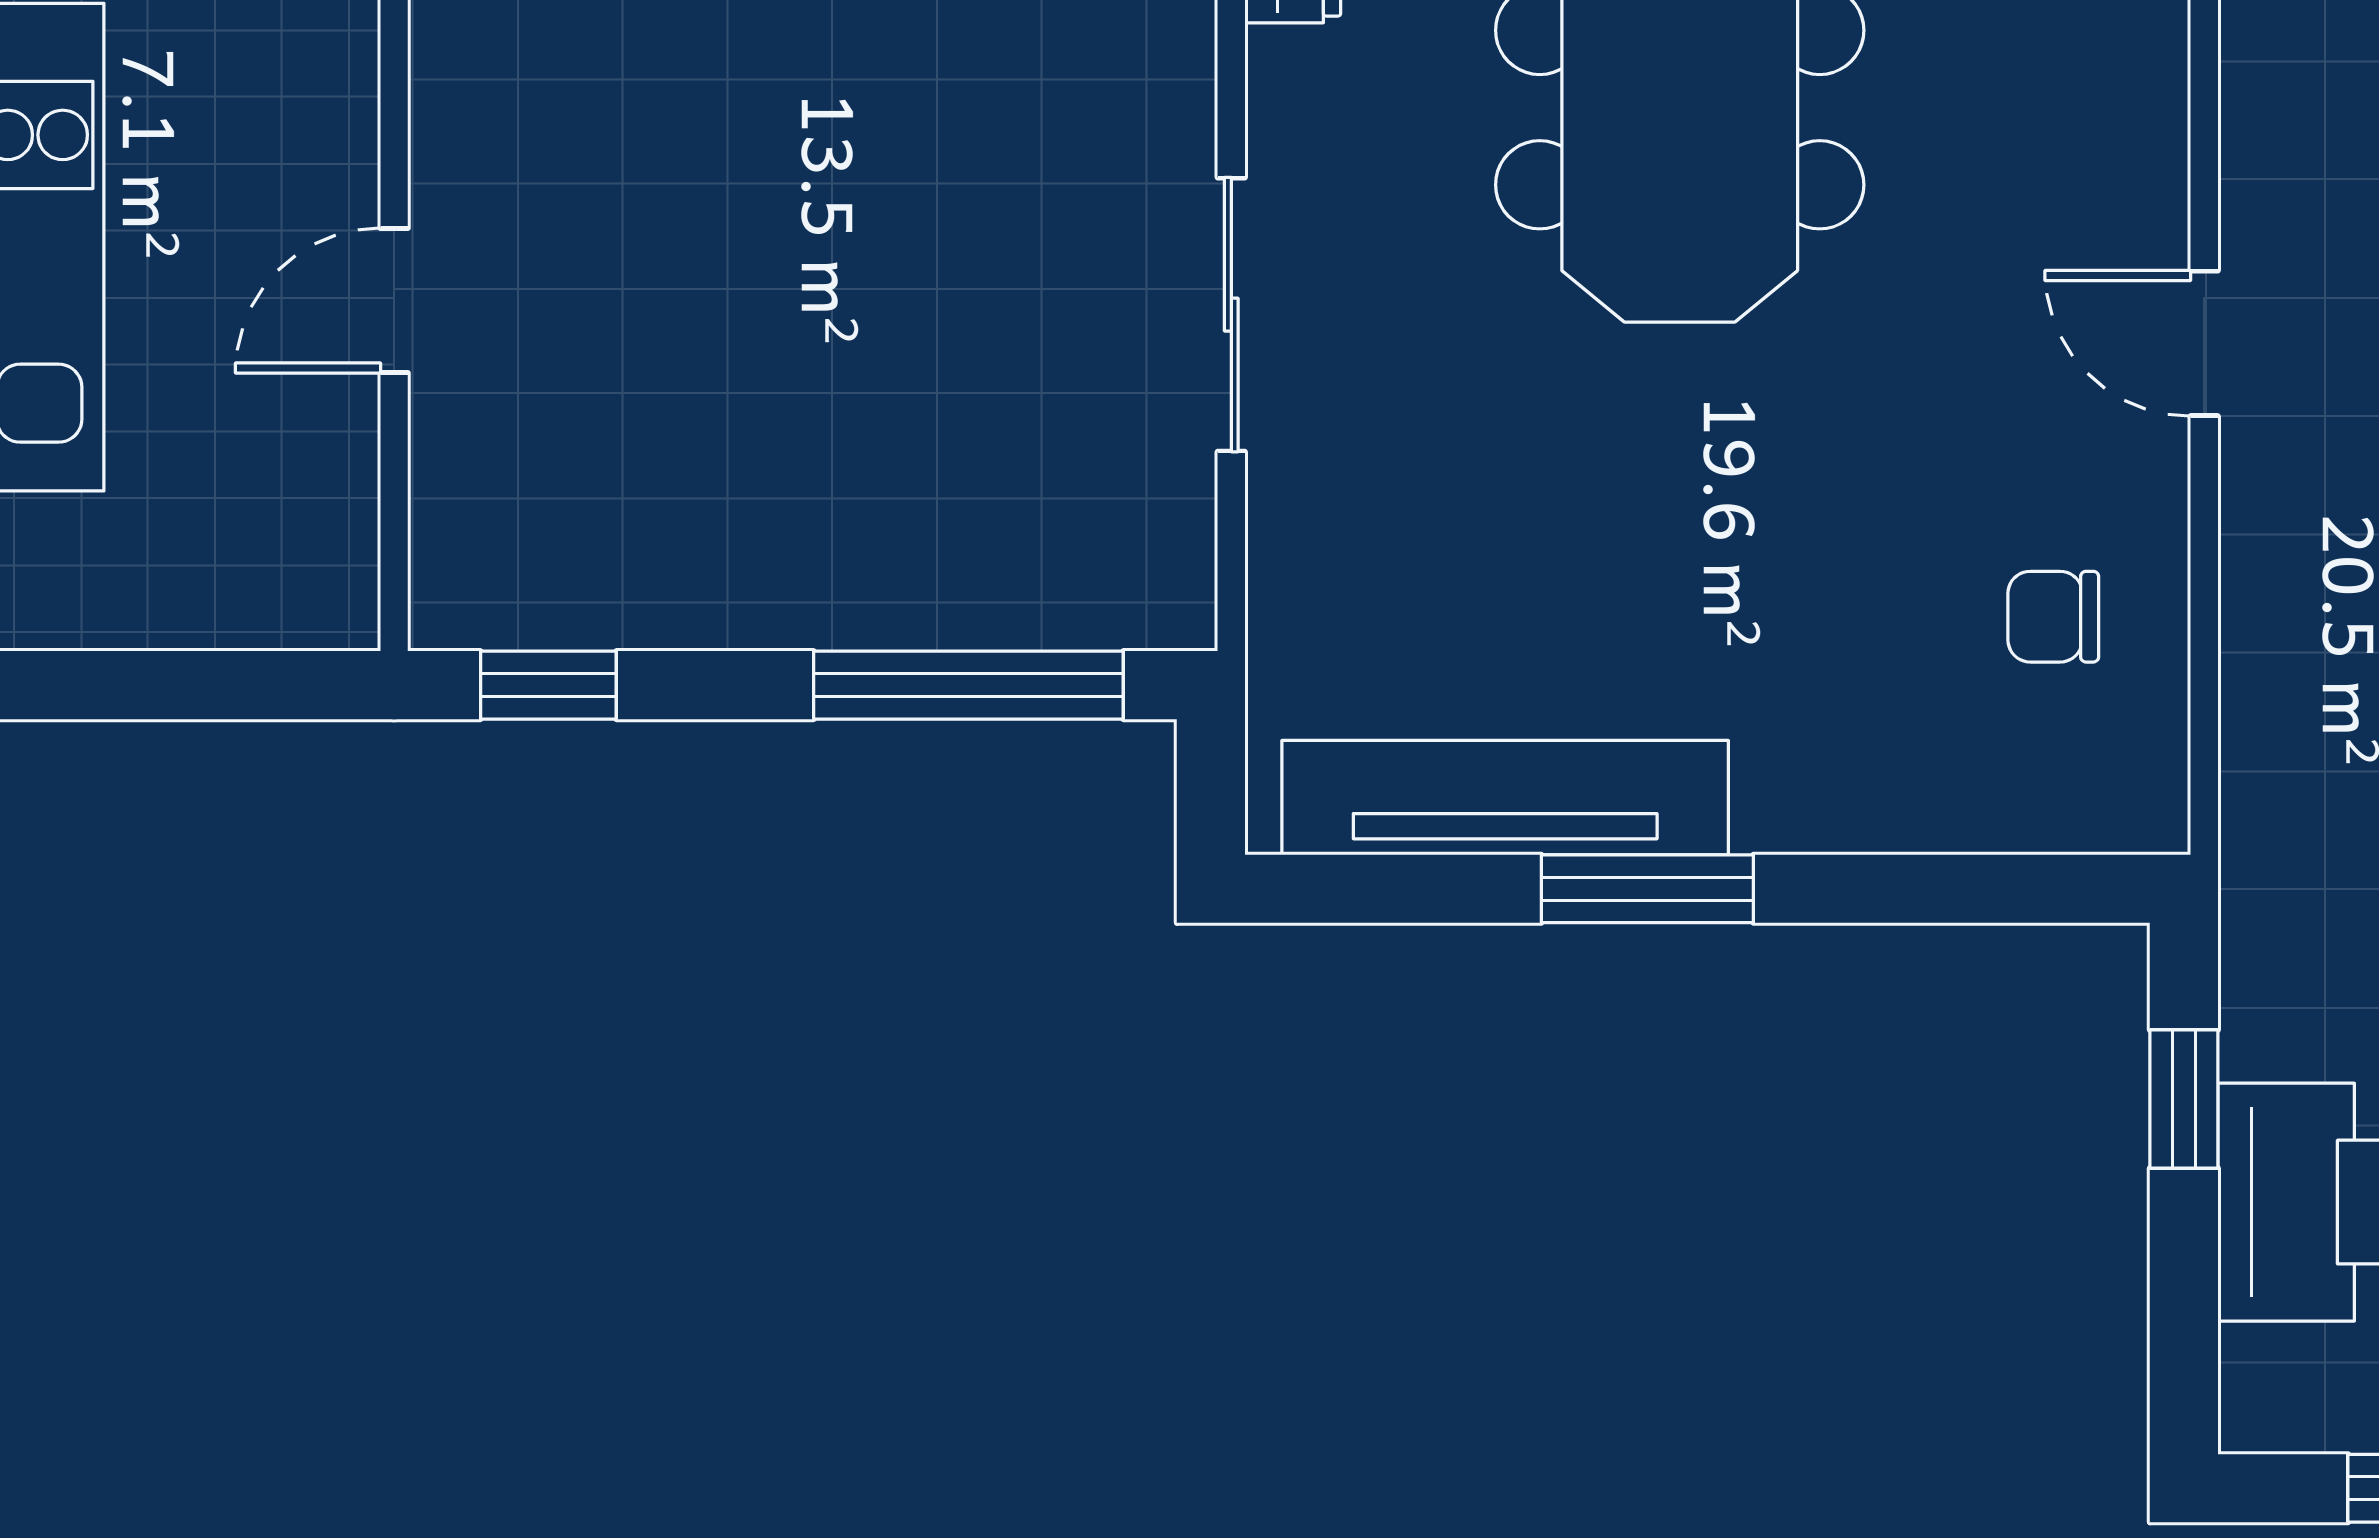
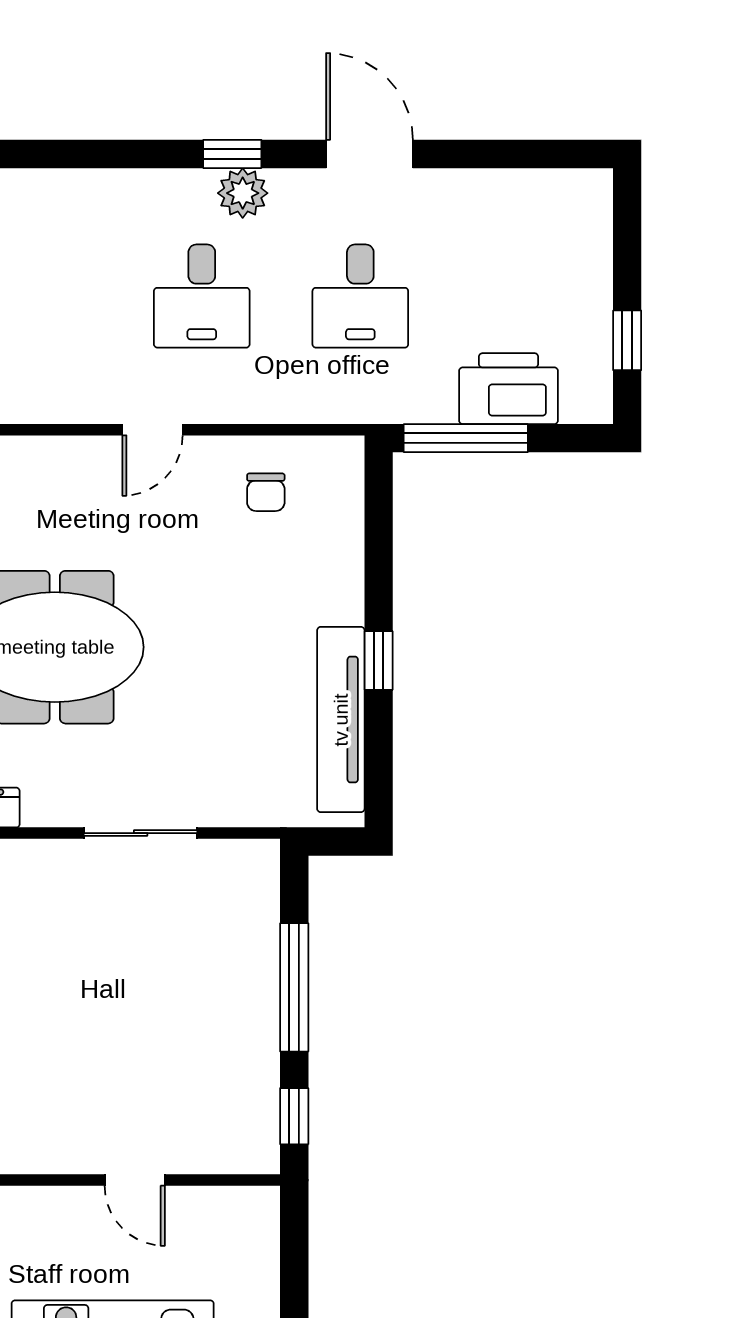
window: (968, 685) -> (294, 987), moved
window: (1647, 889) -> (379, 661), width x0.67
window: (2184, 1099) -> (466, 438), width x2.17

